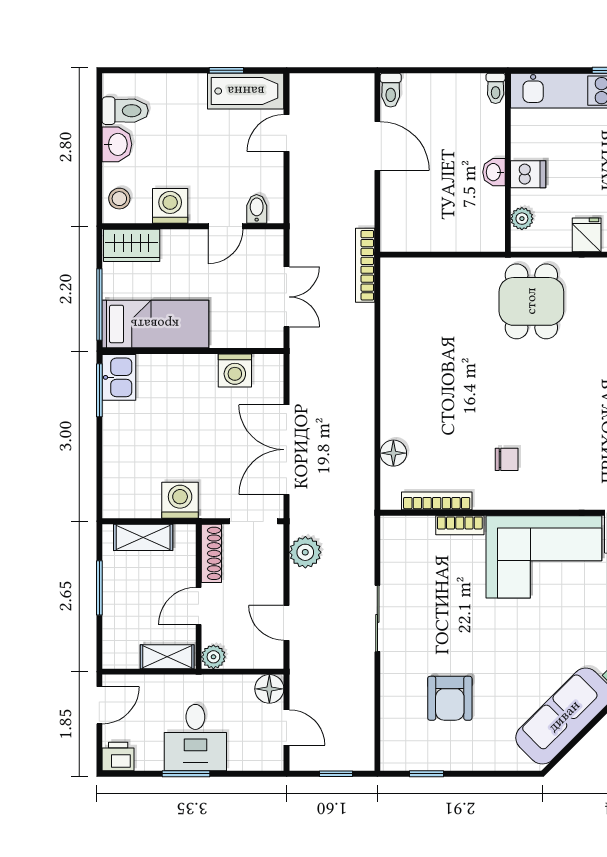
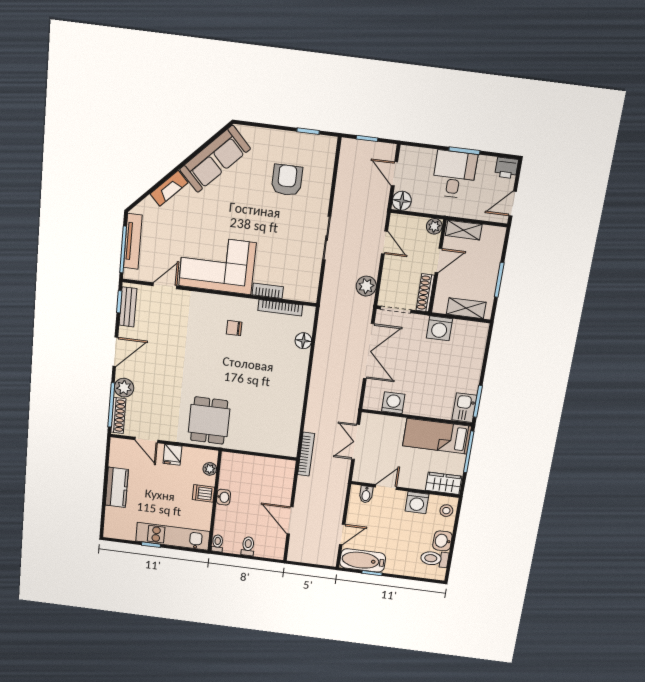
toilet: (391, 90) -> (248, 546), moved

